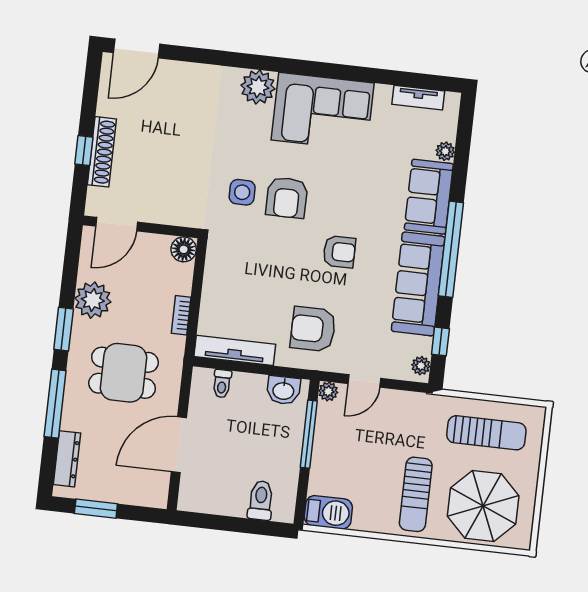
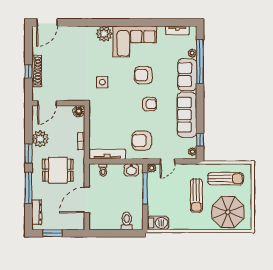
armchair: (287, 198) -> (143, 75), moved, turned 90
window: (451, 249) -> (200, 62), moved
sun lounger: (416, 494) -> (196, 196), moved

